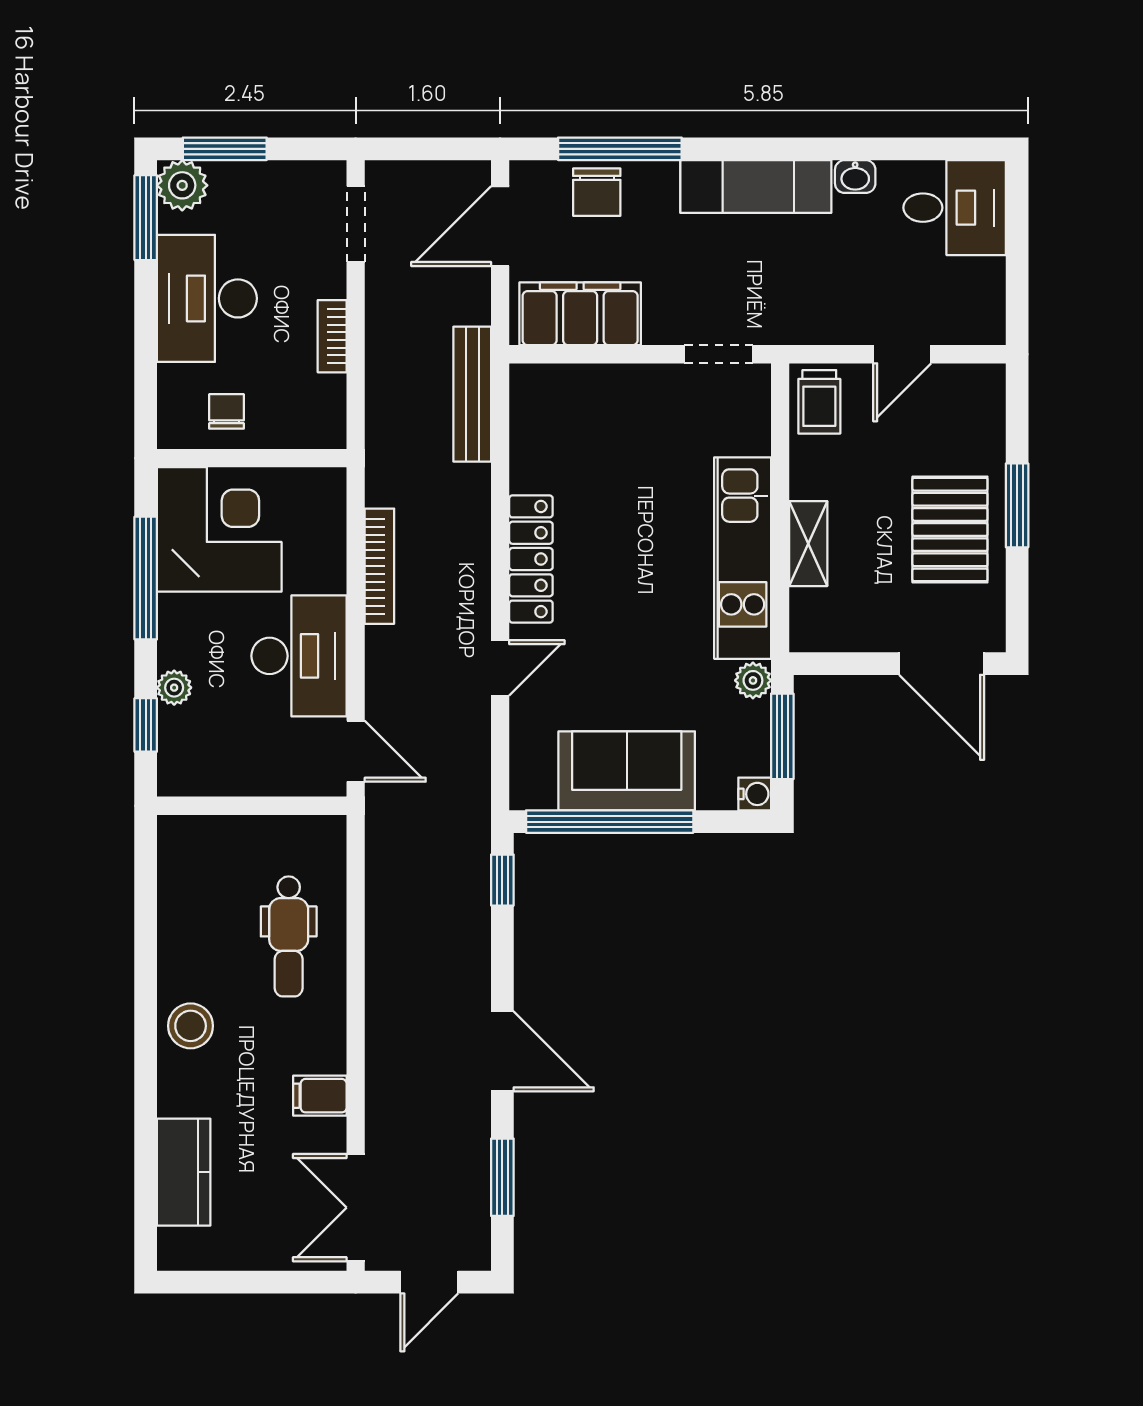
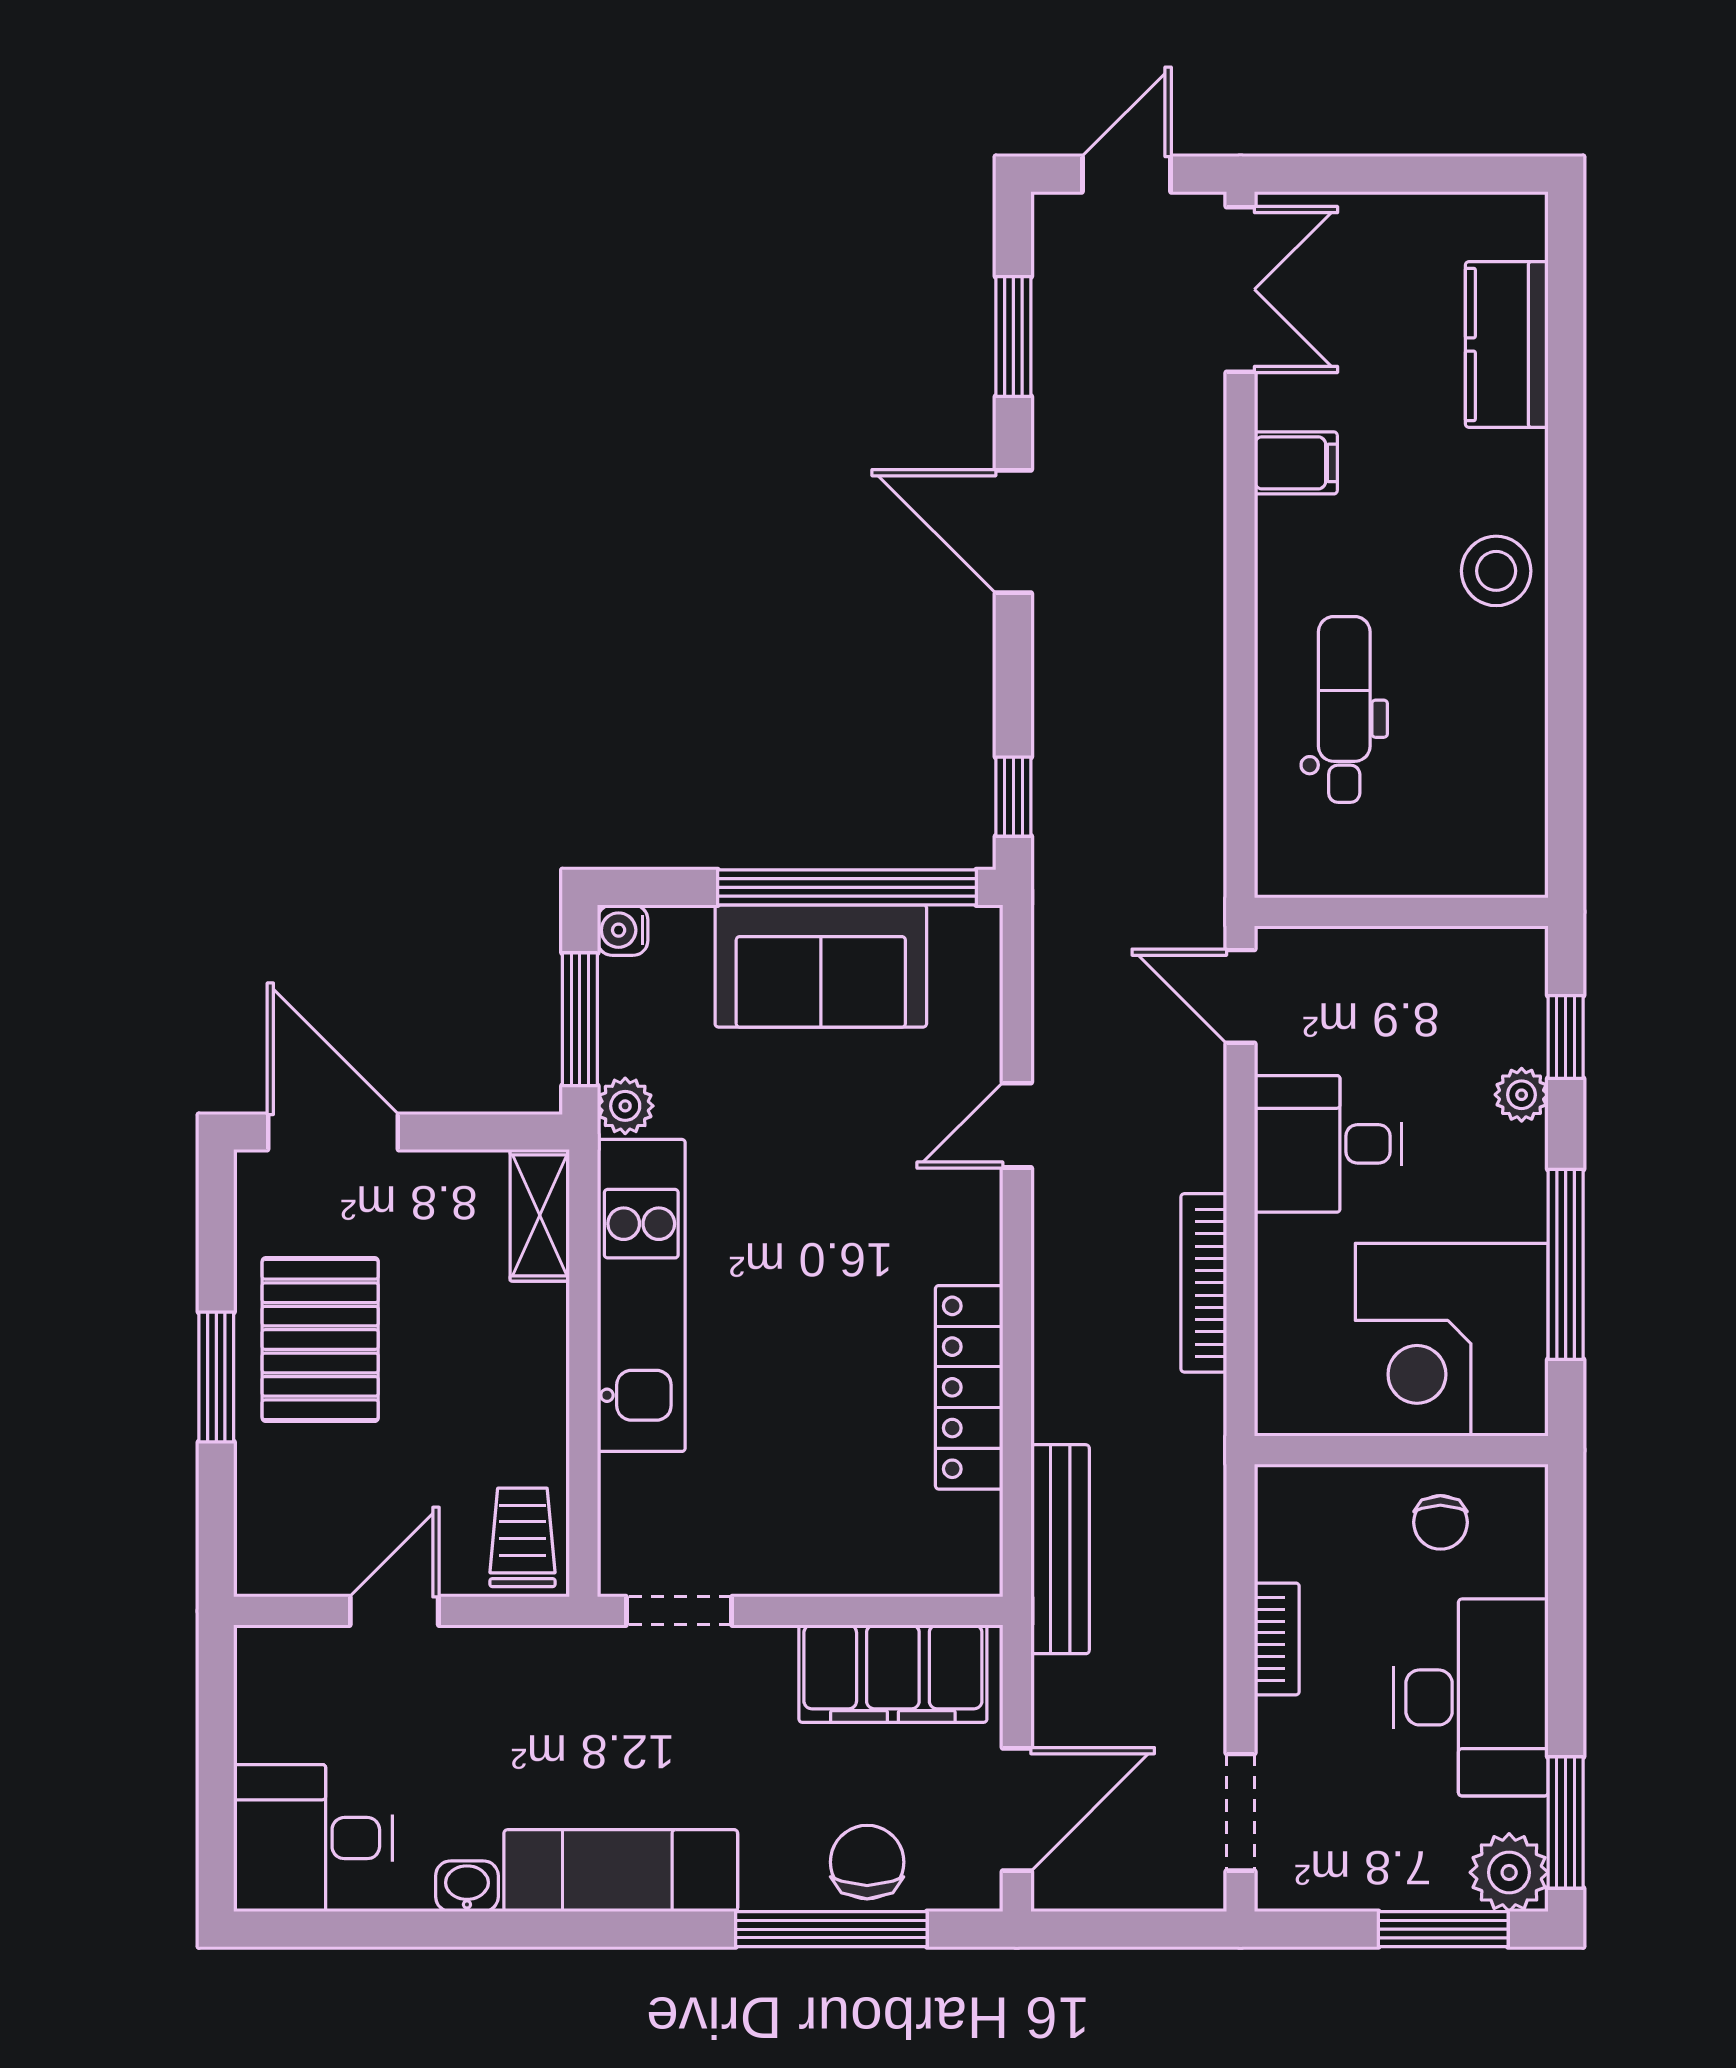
shelving: (808, 544) -> (540, 1215), moved
locker: (531, 559) -> (969, 1387), moved
desk: (299, 656) -> (1328, 1144), width x0.73

